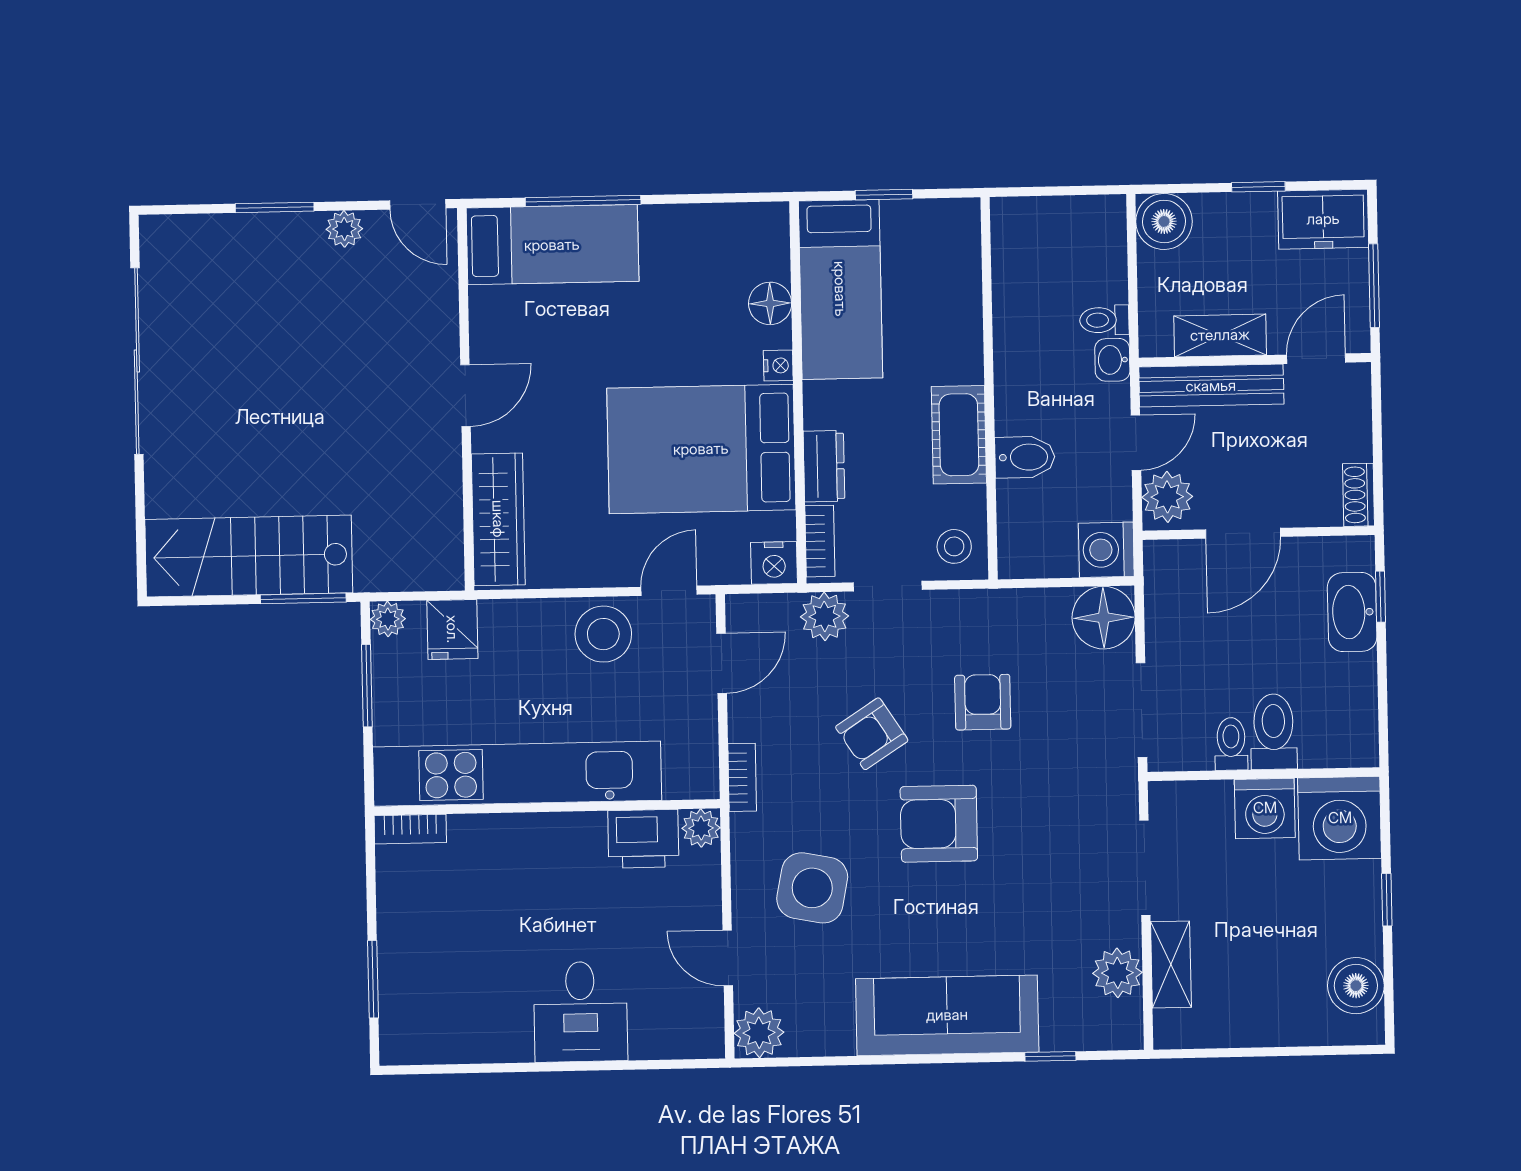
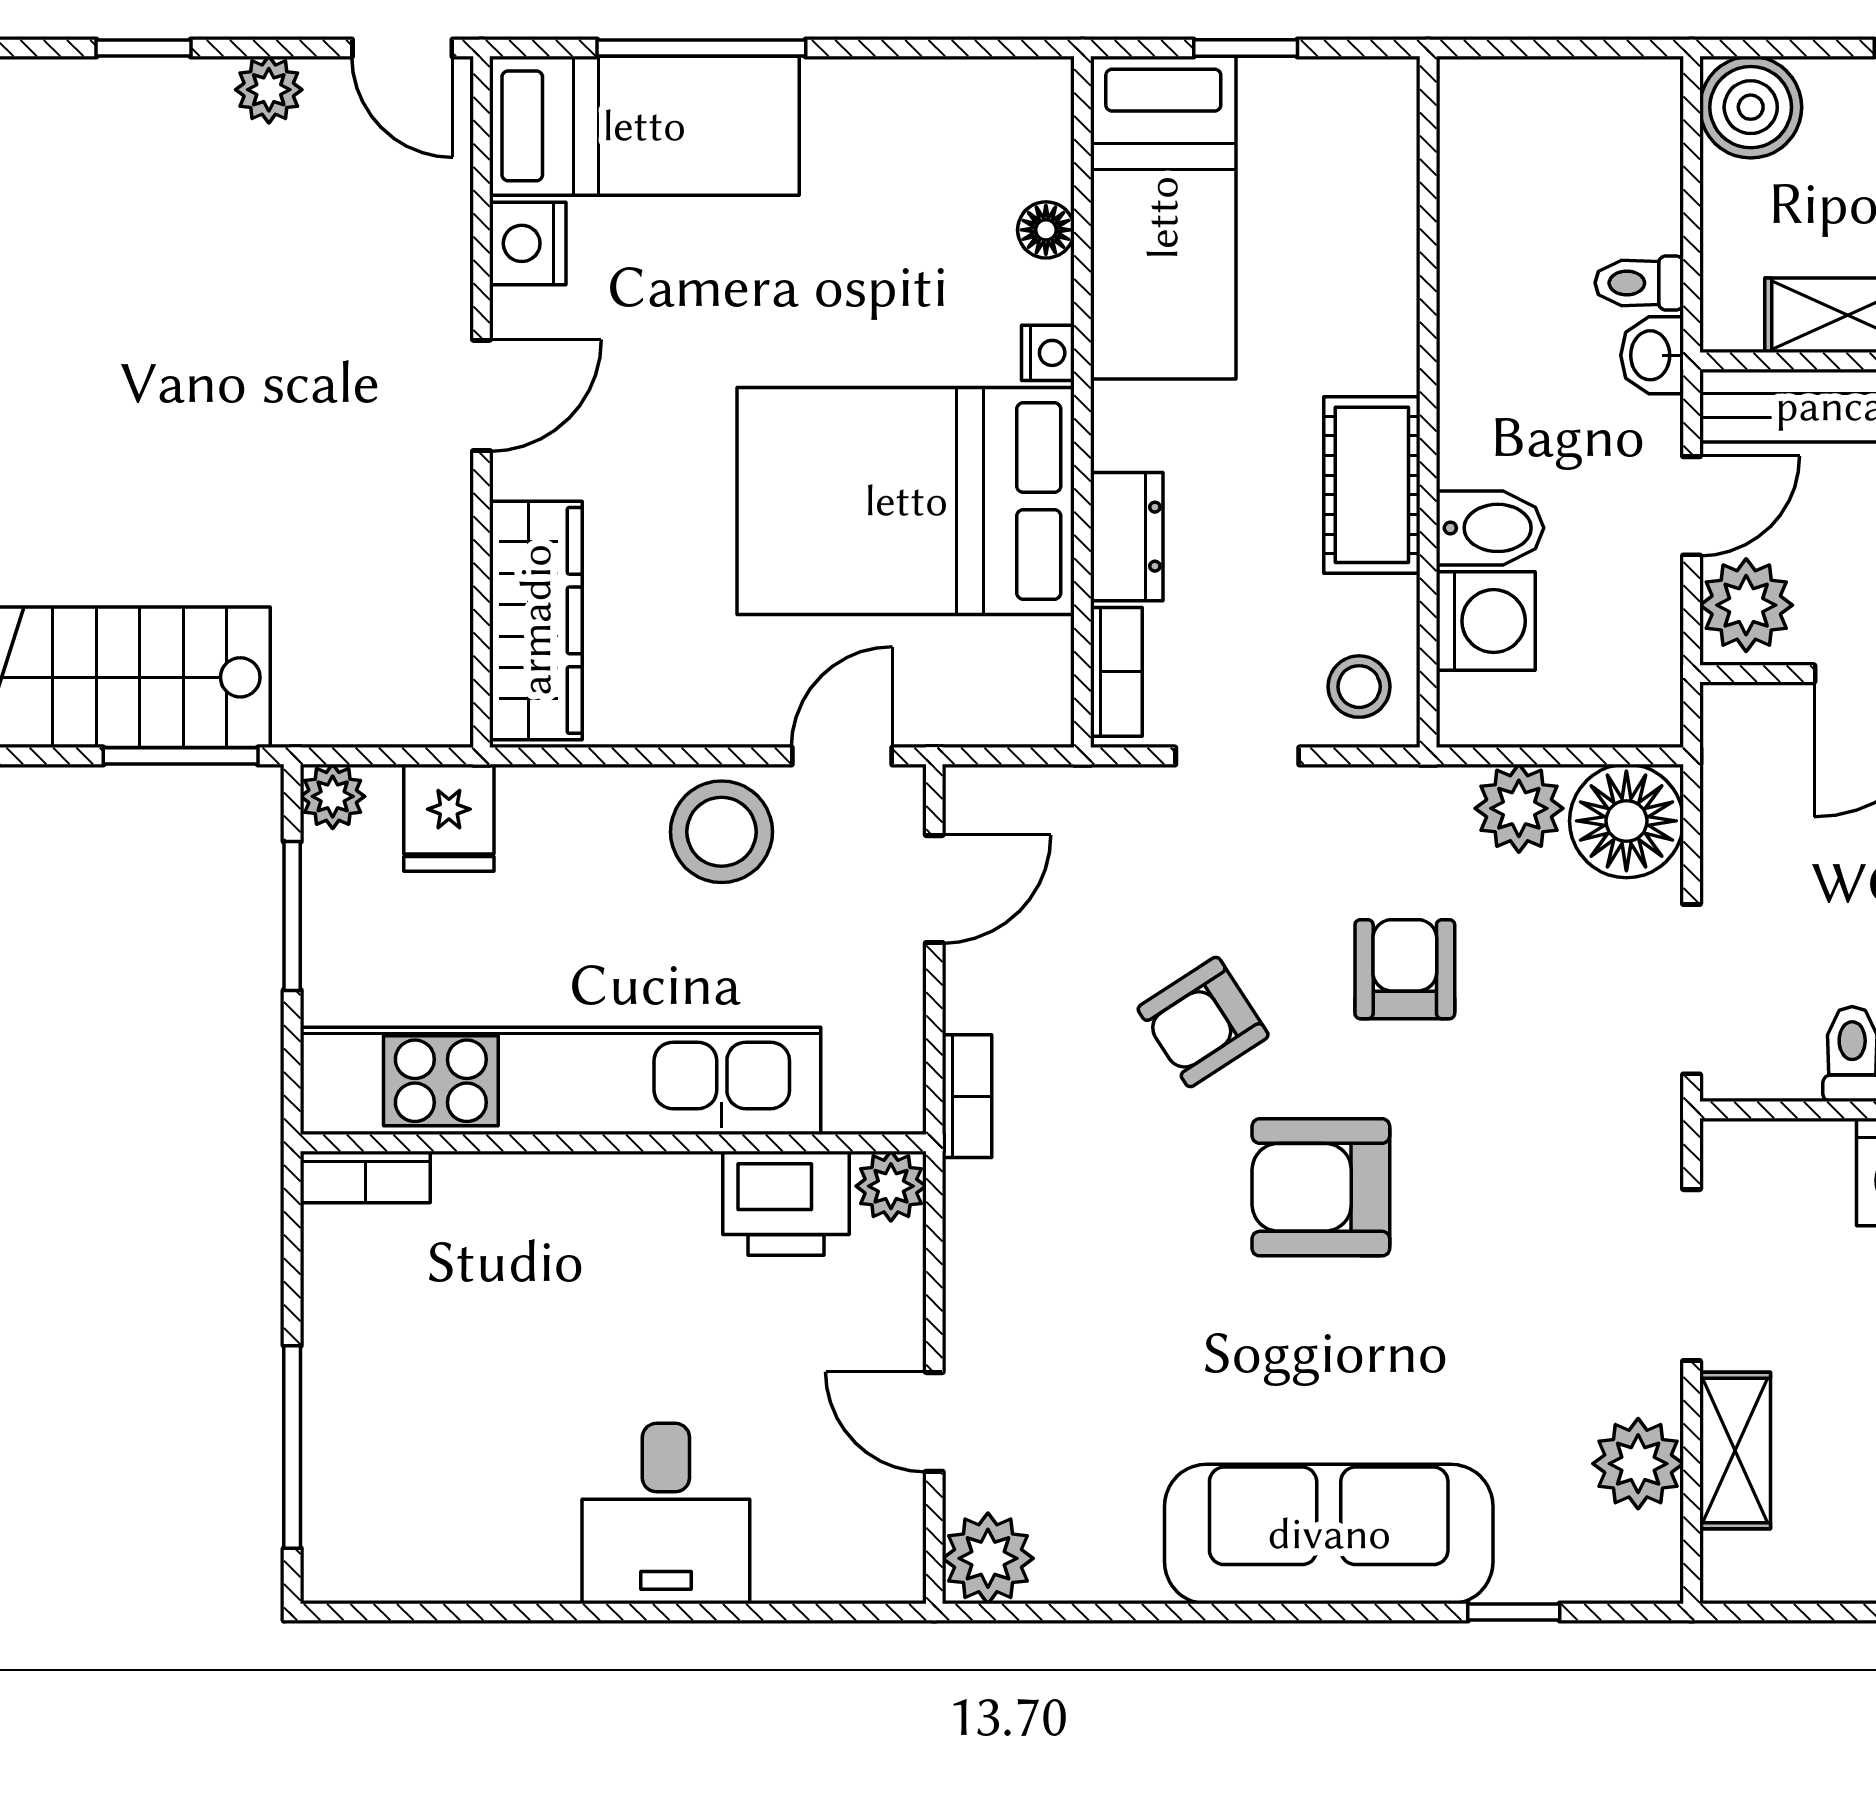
window: (275, 207) -> (144, 48), width x0.67
floor lamp: (770, 303) -> (1046, 230), width x0.73, depth x0.73
washing machine: (1106, 550) -> (1486, 621), moved, turned 180
nightstand: (774, 563) -> (528, 243), moved, turned 90
plant: (825, 616) -> (1519, 808), moved
side table: (812, 888) -> (1090, 1298), removed
window: (373, 979) -> (292, 1447), width x1.44

